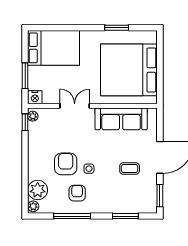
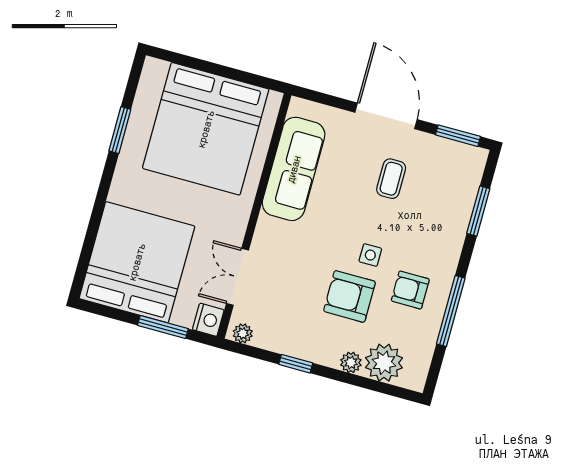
bed: (54, 48) -> (137, 262), width x1.36
double door: (75, 106) -> (237, 277), moved
window: (25, 122) -> (296, 364), moved
plant: (33, 206) -> (351, 362), moved

